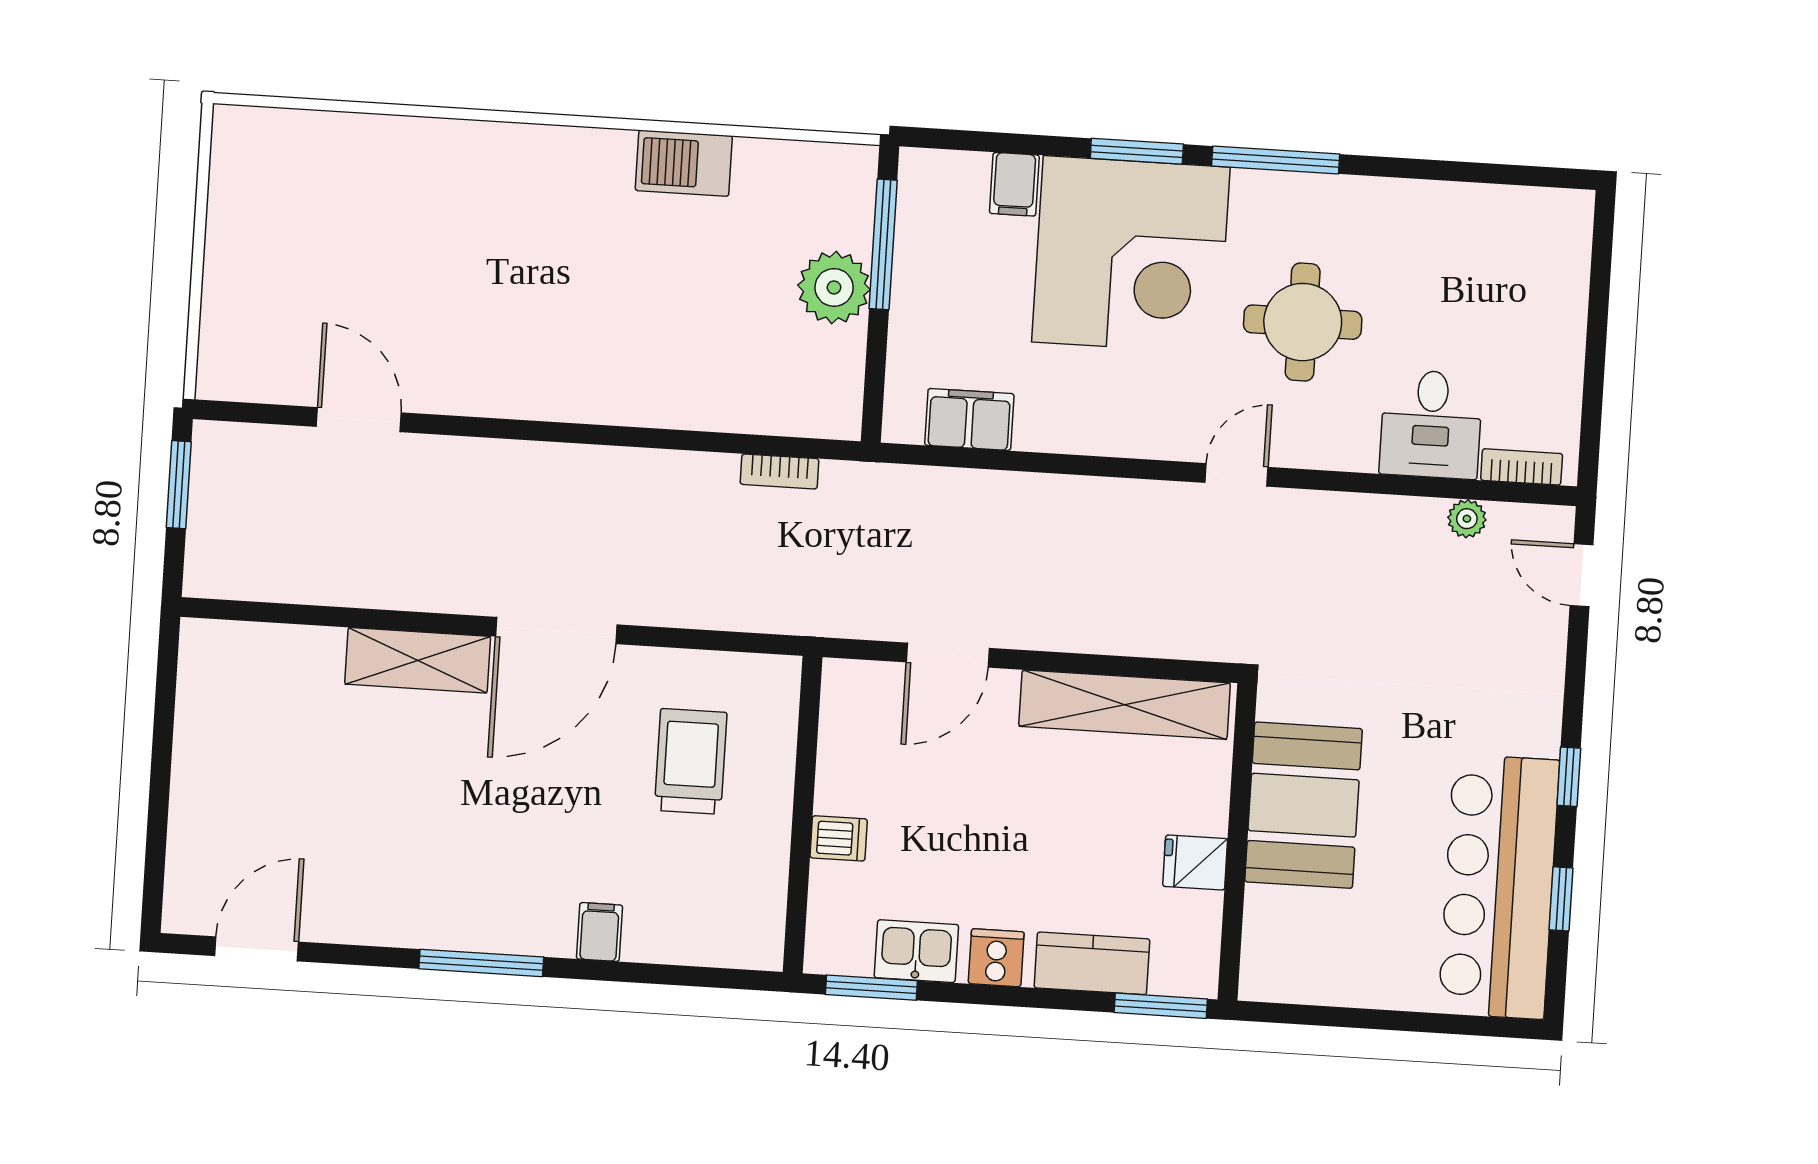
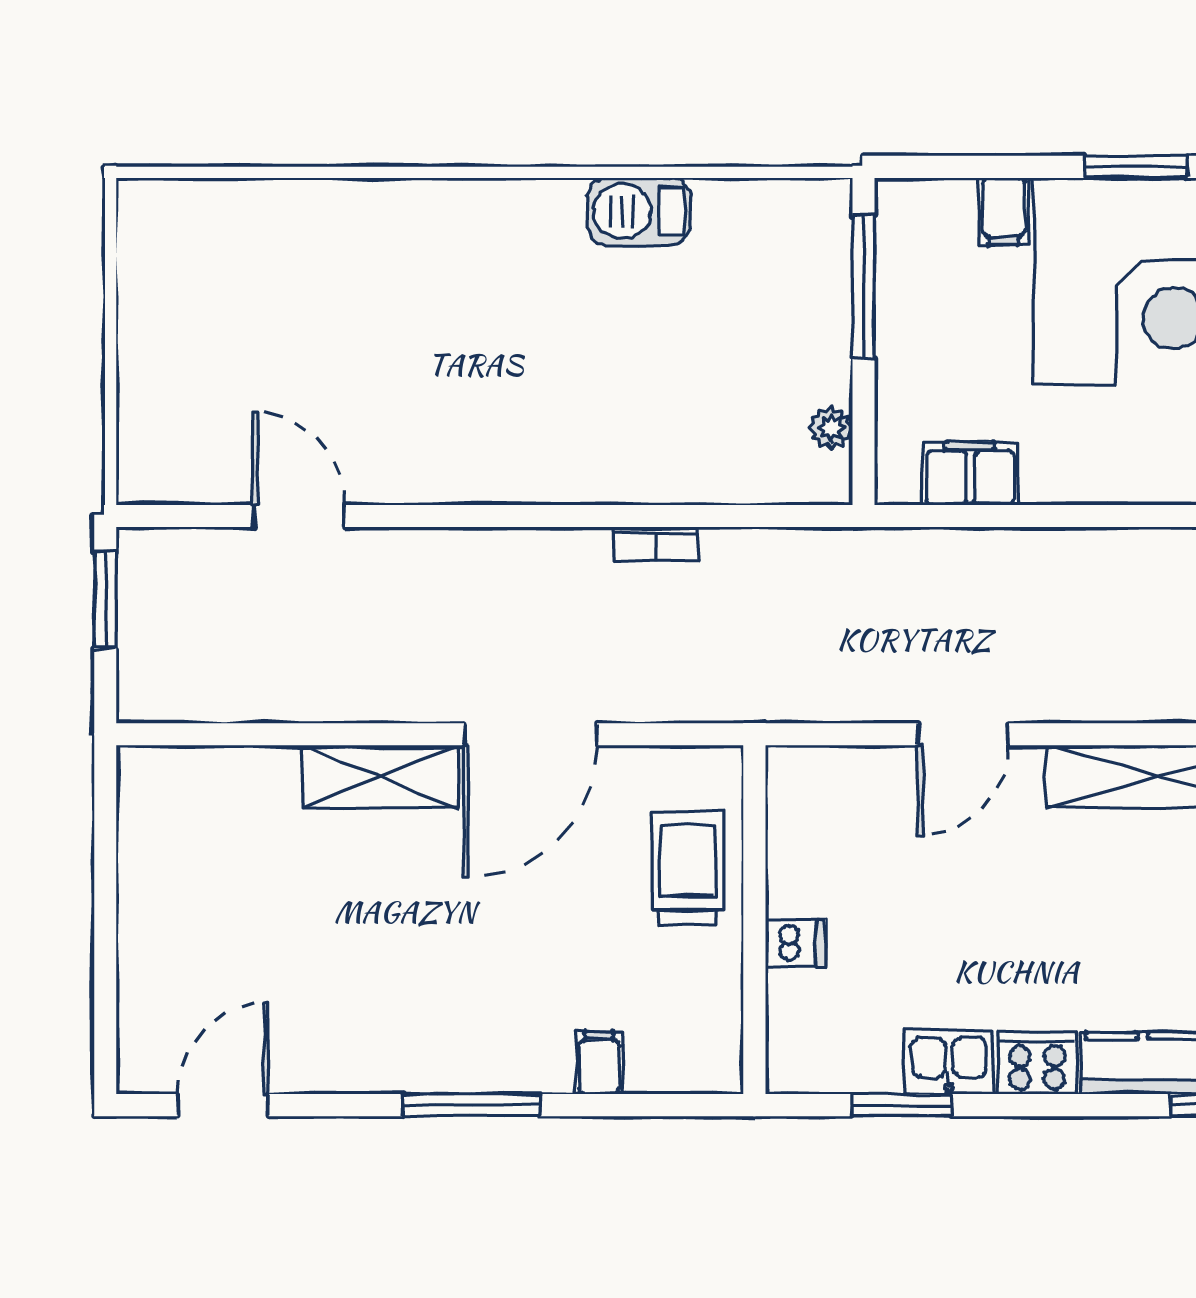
plant: (834, 287) -> (831, 428), moved, width x0.53, depth x0.53
bookcase: (779, 471) -> (656, 544), moved
wall: (803, 815) -> (754, 920), moved
dishwasher: (839, 838) -> (796, 943), moved
cooker: (996, 958) -> (1037, 1064), width x1.36

